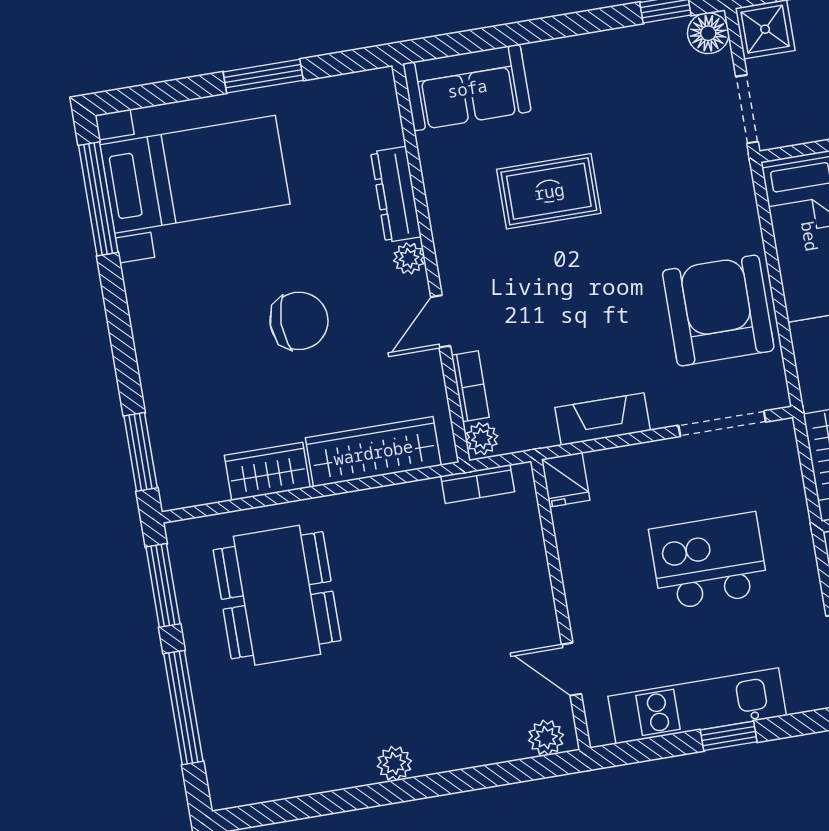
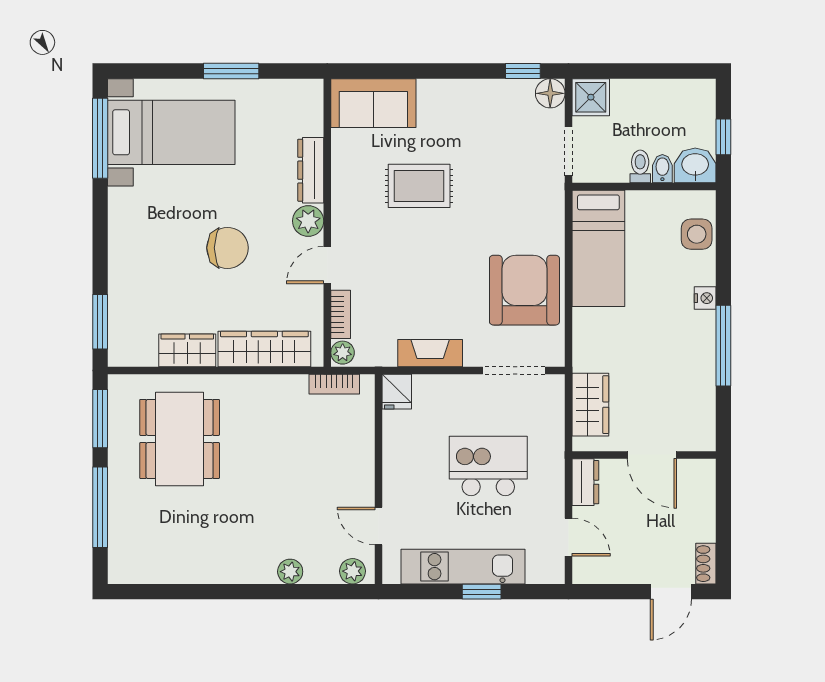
plant: (409, 258) -> (308, 221), width x1.38, depth x1.38
plant: (394, 763) -> (290, 572), moved

